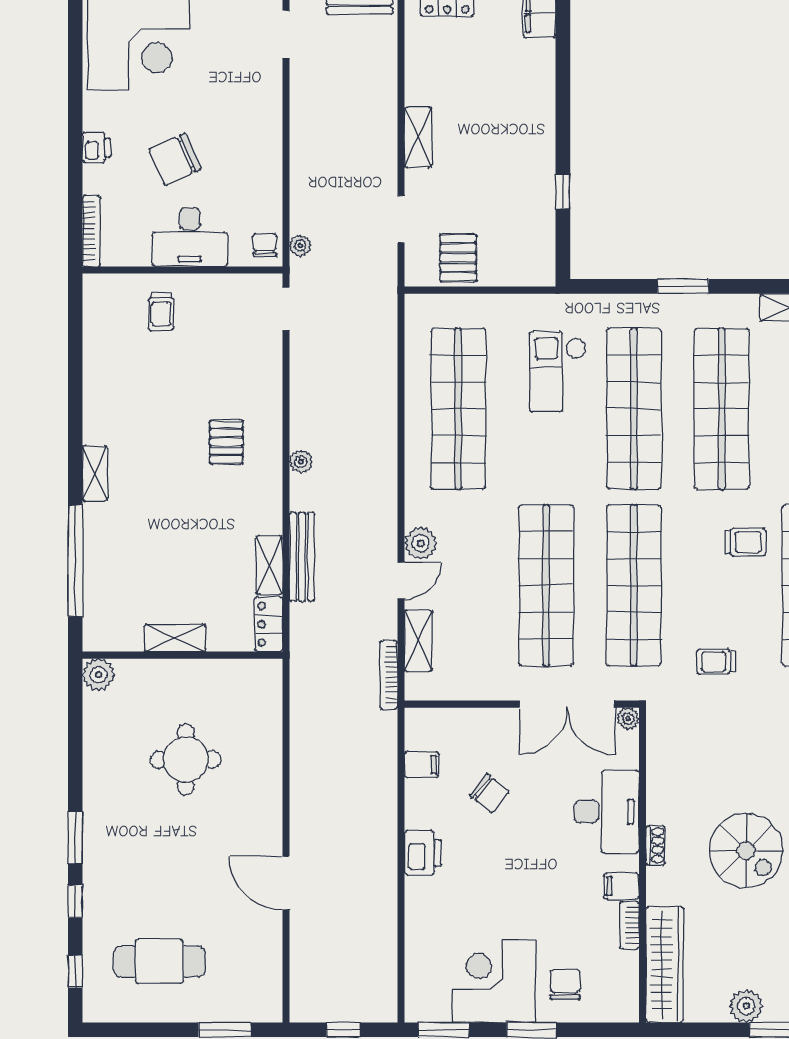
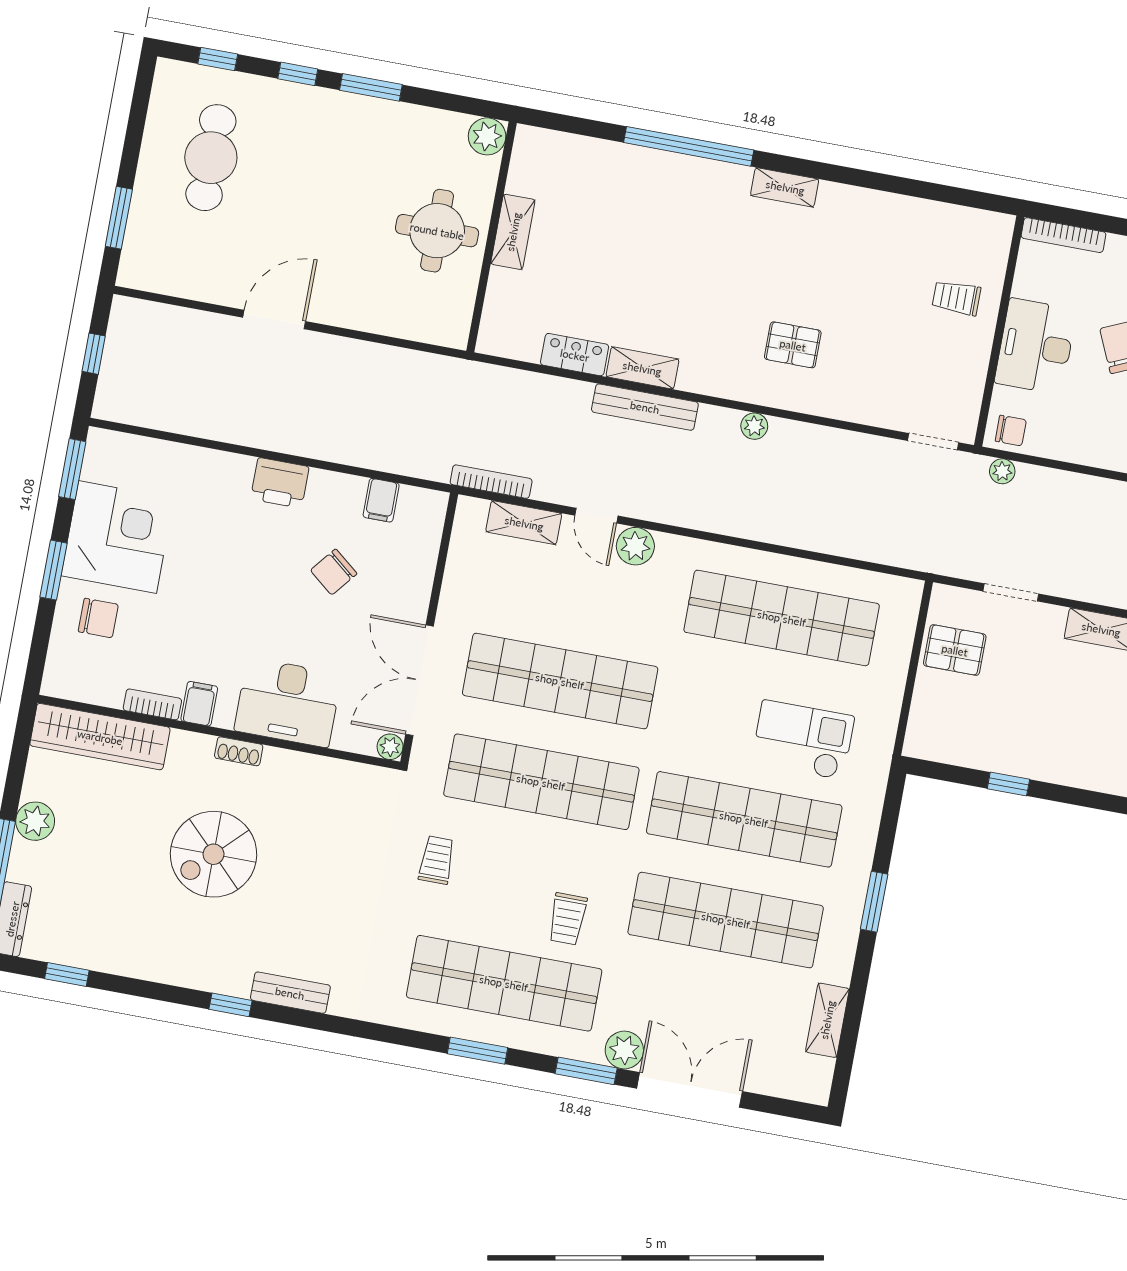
shelving: (175, 638) -> (513, 232), moved
wall: (183, 655) -> (491, 237), moved
plant: (98, 675) -> (487, 136), moved

